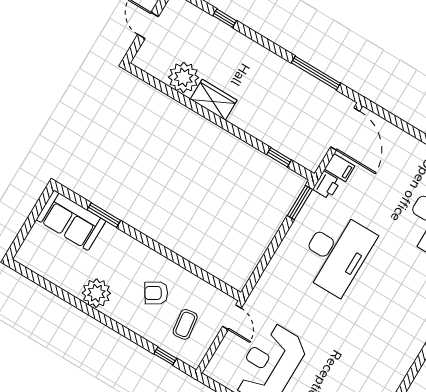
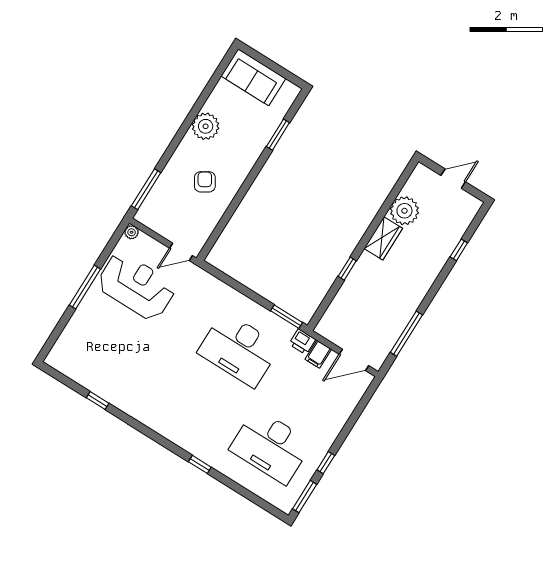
door: (345, 129) -> (354, 360), width x0.73
window: (279, 157) -> (347, 269), moved
sofa: (71, 220) -> (253, 77), moved, turned -90
coffee table: (185, 324) -> (175, 208), removed
window: (165, 356) -> (146, 189), width x2.17
plant: (212, 371) -> (132, 232), added

